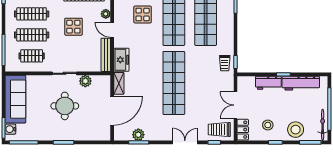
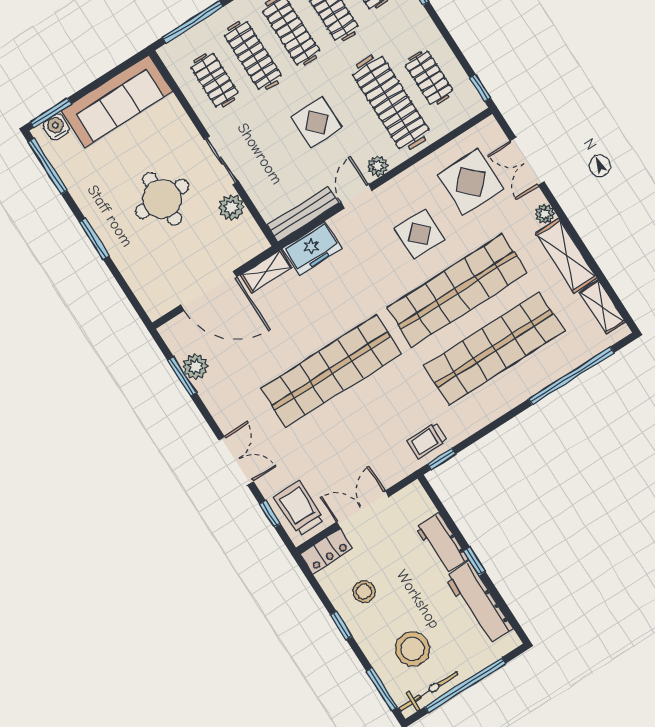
stool: (296, 130) -> (413, 649), moved

